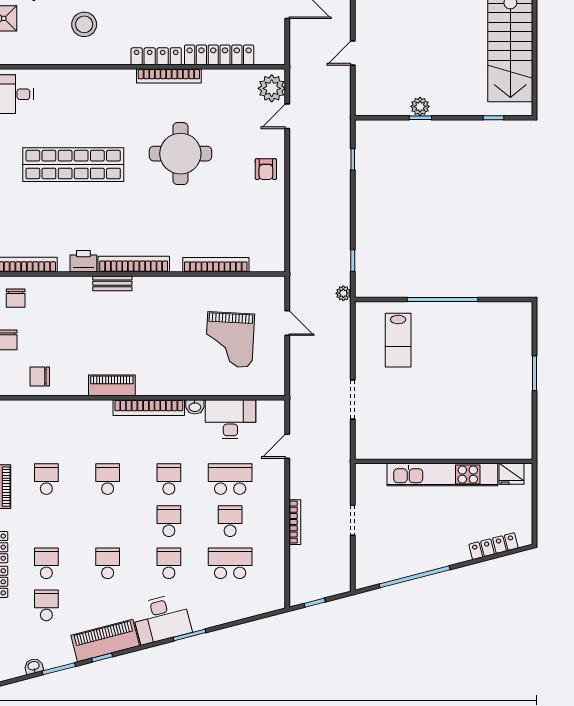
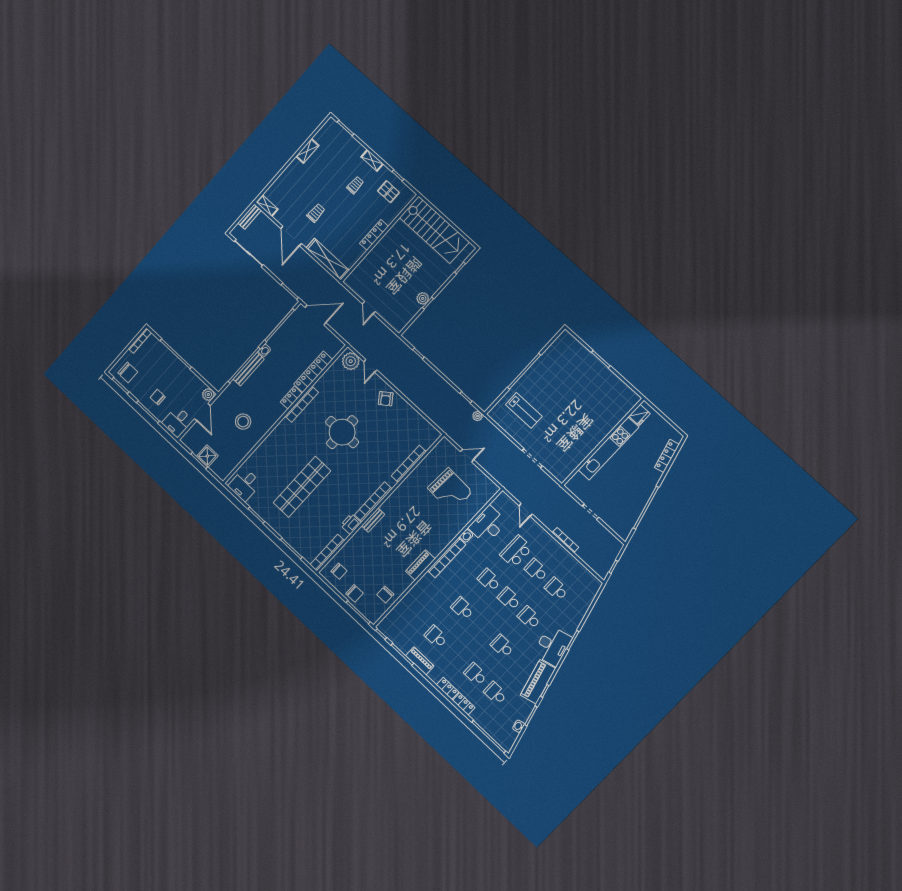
locker: (156, 56) -> (291, 398), width x0.66
armchair: (266, 169) -> (386, 399), turned 54
school desk: (230, 563) -> (556, 589), width x0.54

